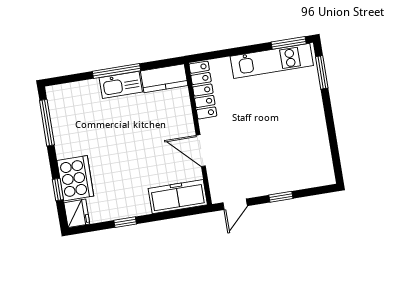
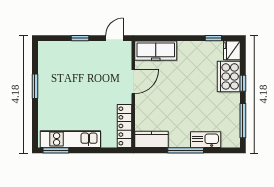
window: (322, 72) -> (35, 86), moved
kitchen sink: (121, 85) -> (206, 140), moved
door: (201, 151) -> (133, 82), hinge flipped
window: (58, 190) -> (243, 83), moved
window: (125, 222) -> (213, 38), moved

